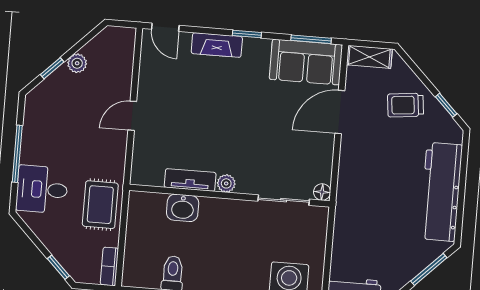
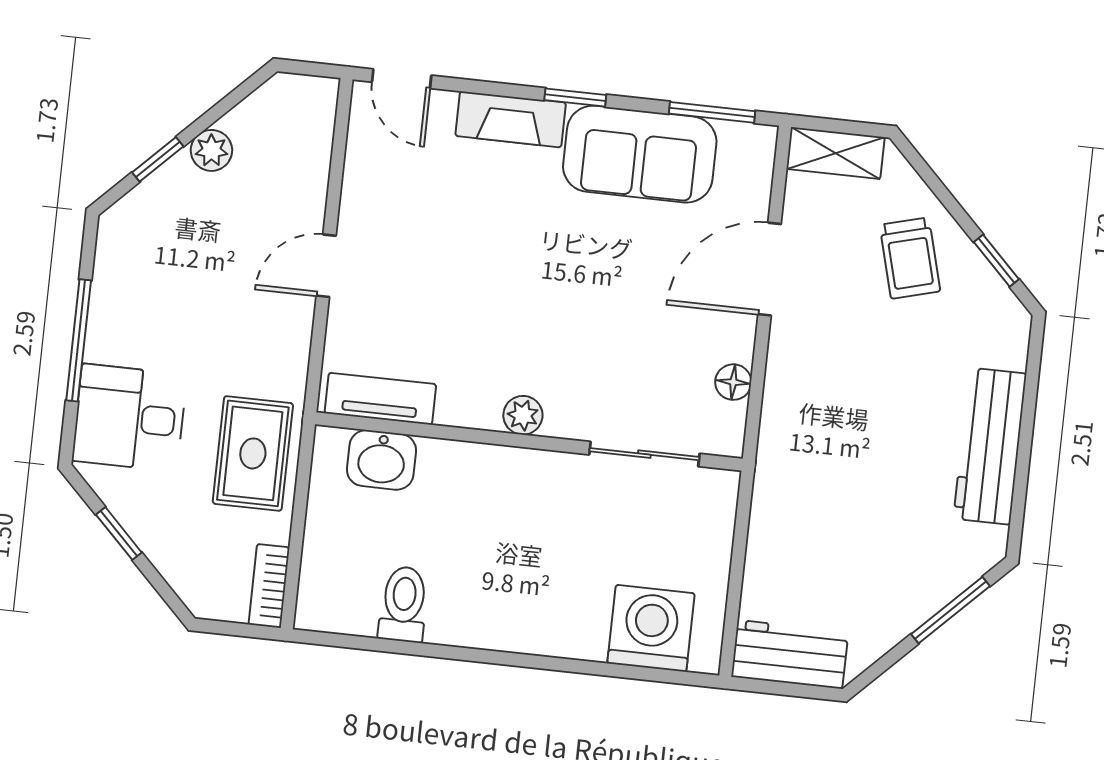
sofa: (306, 62) -> (640, 154), moved
trolley: (405, 105) -> (910, 258), turned -99
tv unit: (190, 180) -> (380, 399), moved
floor lamp: (322, 192) -> (733, 382), moved
workbench: (441, 192) -> (990, 446), width x0.73, depth x0.76
washbasin: (183, 208) -> (381, 460), moved
window: (58, 267) -> (119, 534), moved

